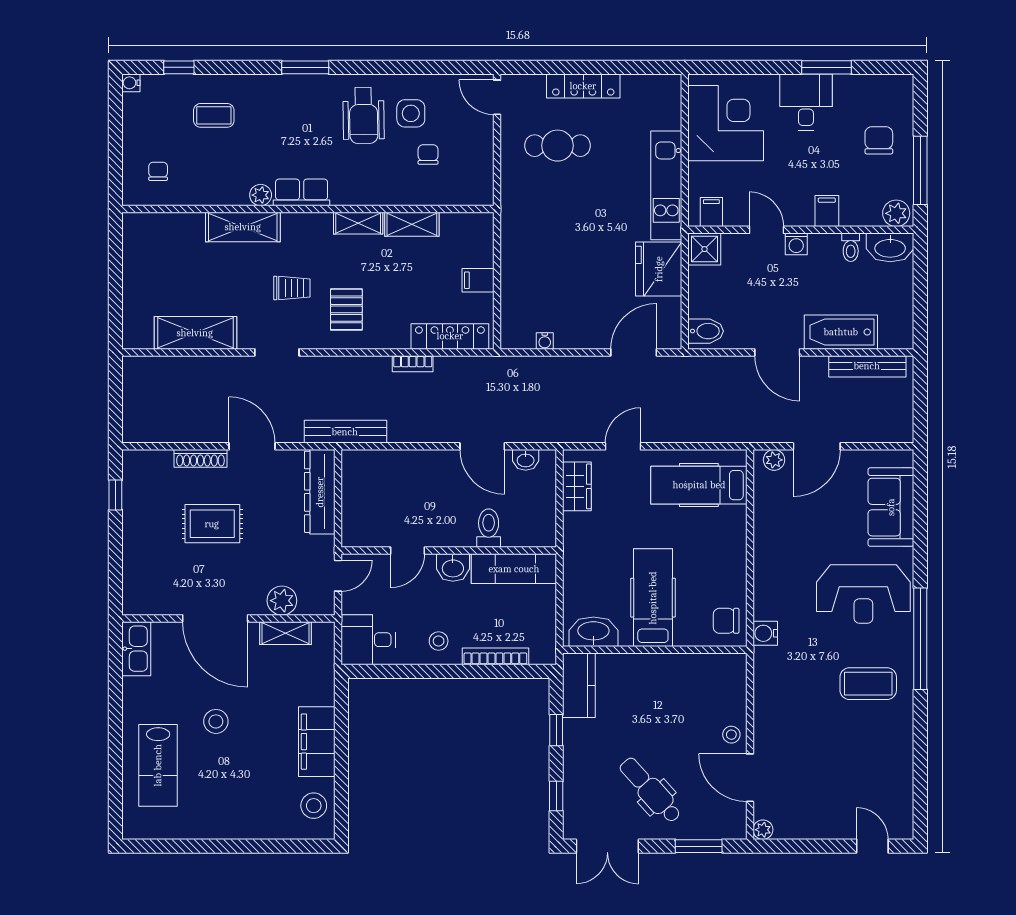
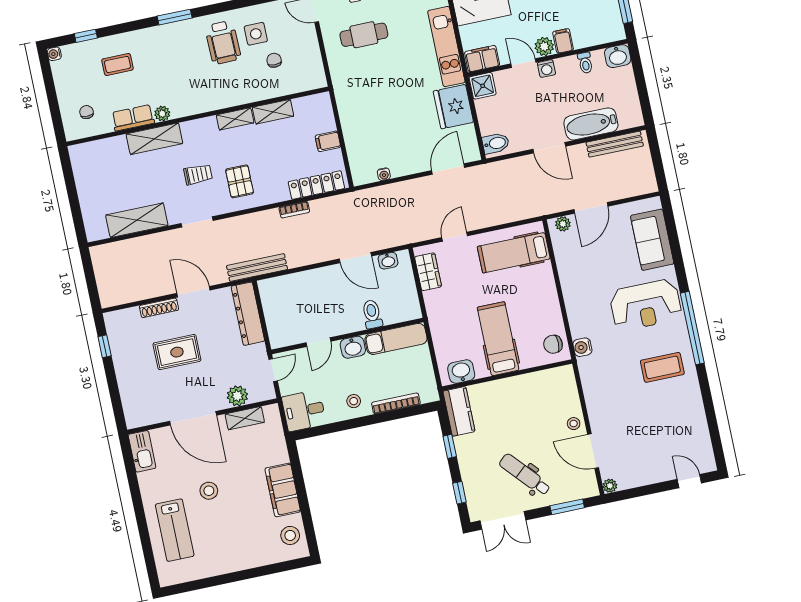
row of seats: (302, 192) -> (133, 118), moved
filing cabinet: (711, 212) -> (482, 59), width x2.00
plant: (896, 213) -> (544, 46), moved
washbasin: (890, 247) -> (618, 56), width x0.72
washbasin: (593, 632) -> (461, 372), width x0.72

